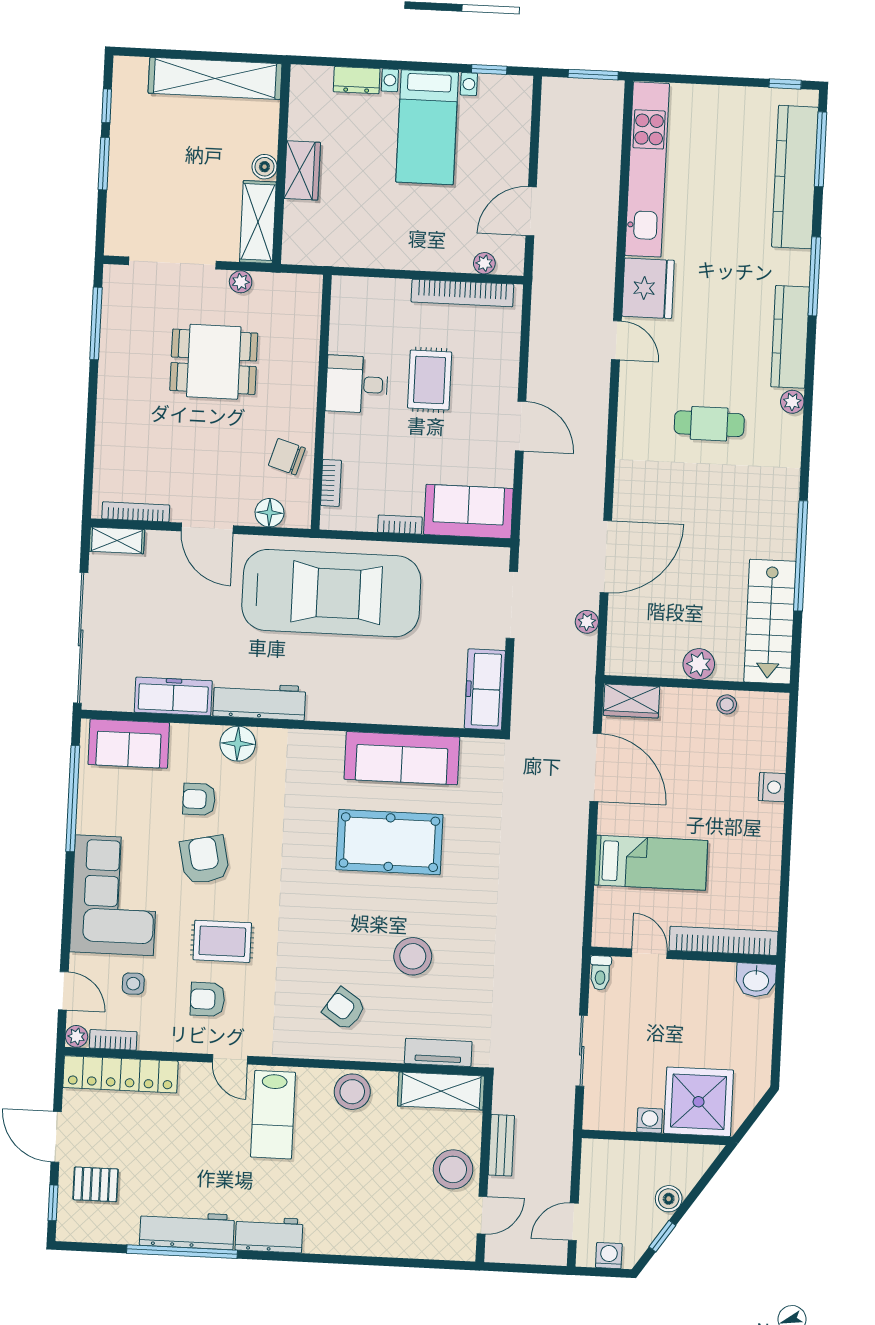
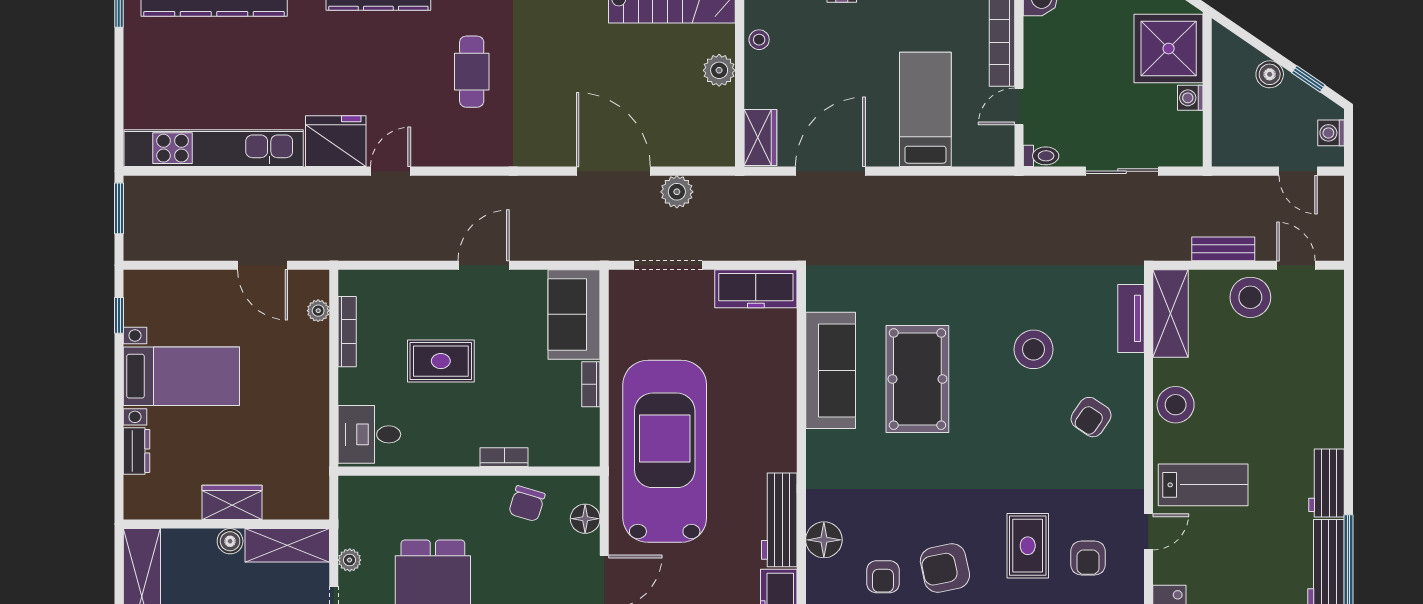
bookcase: (462, 293) -> (347, 332), width x0.68, depth x0.76
desk: (357, 384) -> (369, 434), moved, turned 90
bookcase: (331, 483) -> (504, 457), moved
plant: (587, 622) -> (677, 192), width x1.38, depth x1.38

